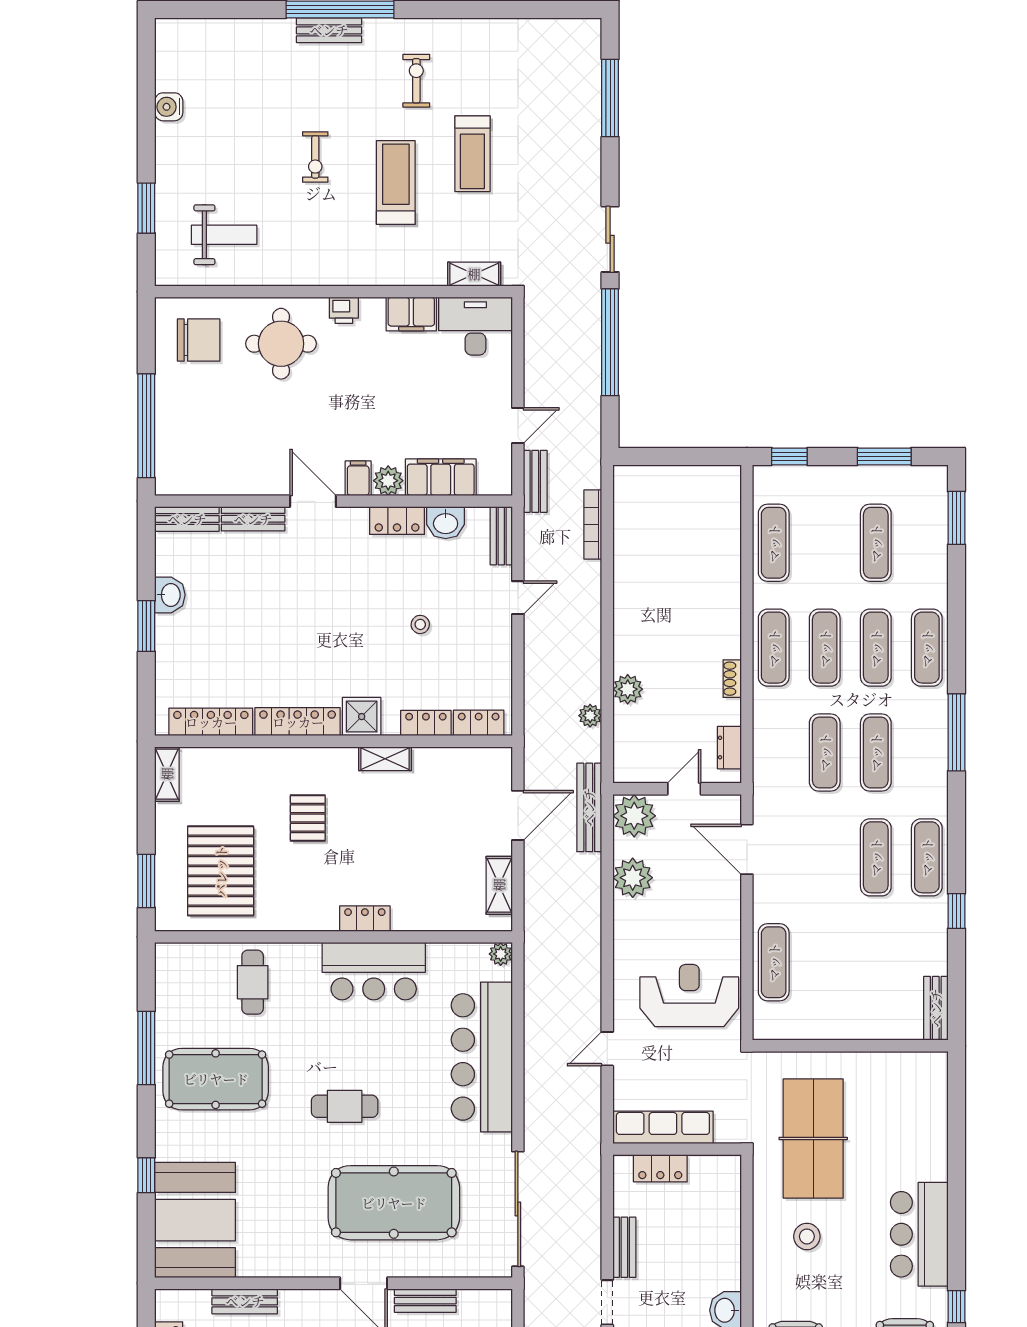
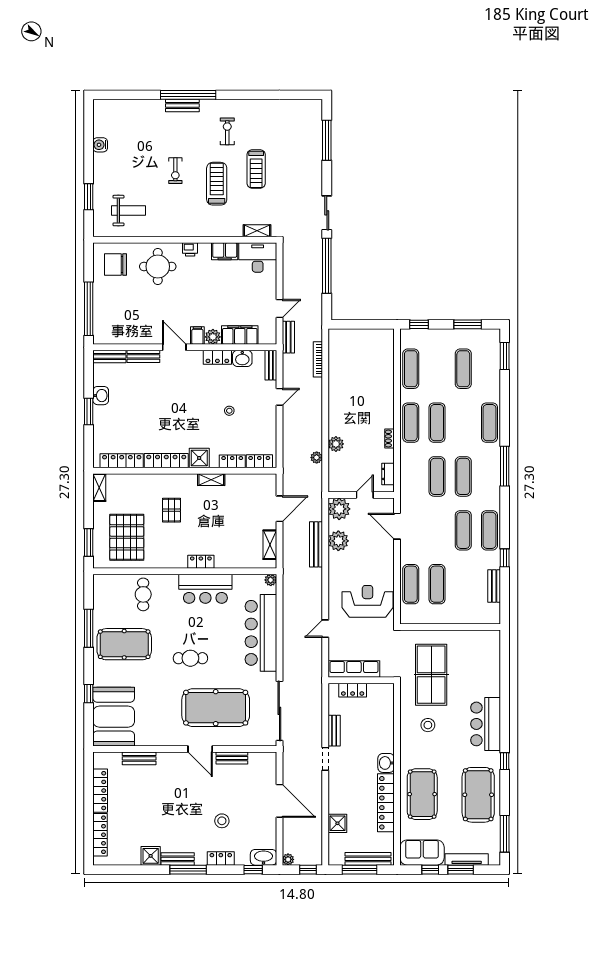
chair: (199, 340) -> (115, 265), turned 180
exercise mat: (876, 648) -> (437, 584), moved
bench: (589, 807) -> (316, 544), moved
bench: (936, 1008) -> (494, 586), moved

